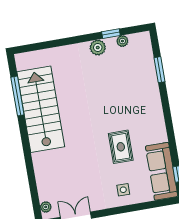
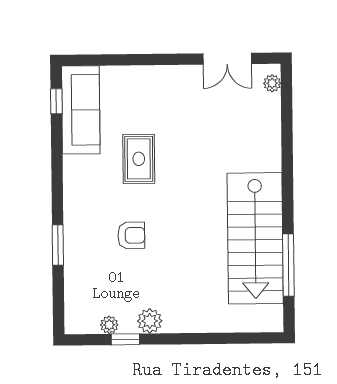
window: (160, 70) -> (58, 245), moved
armchair: (118, 99) -> (131, 235), added
side table: (123, 190) -> (146, 91), removed

